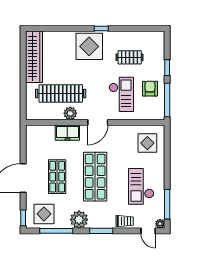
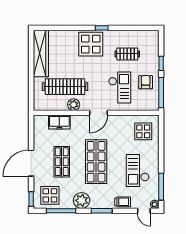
freezer: (67, 133) -> (59, 122), moved

